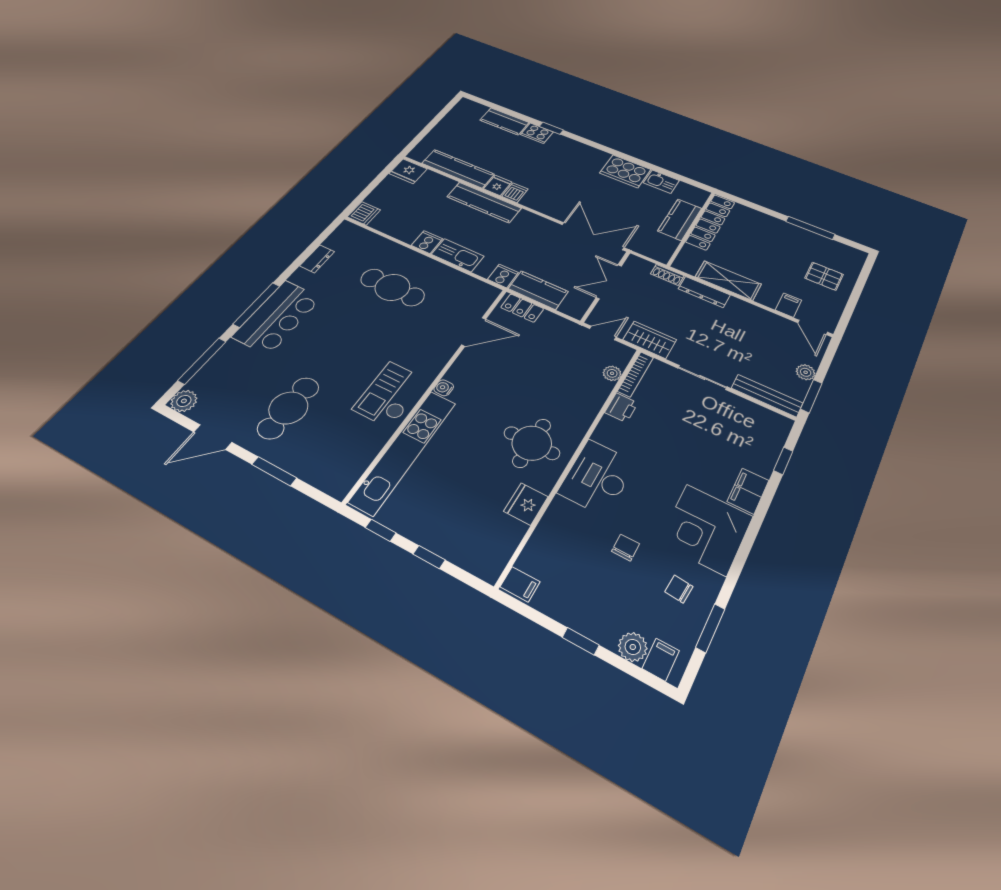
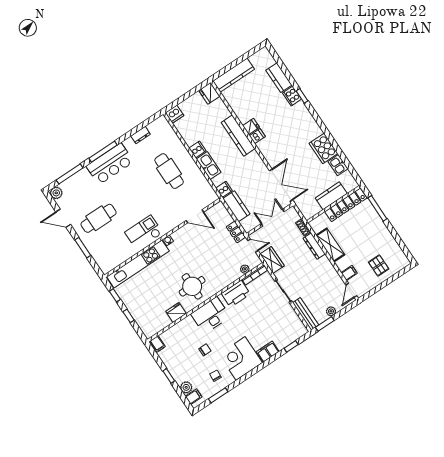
kitchen counter: (458, 169) -> (234, 75), moved, turned 90
window: (810, 228) -> (377, 208), moved
locker: (522, 308) -> (236, 232), moved
printer: (621, 408) -> (236, 294), width x1.87, depth x1.48

